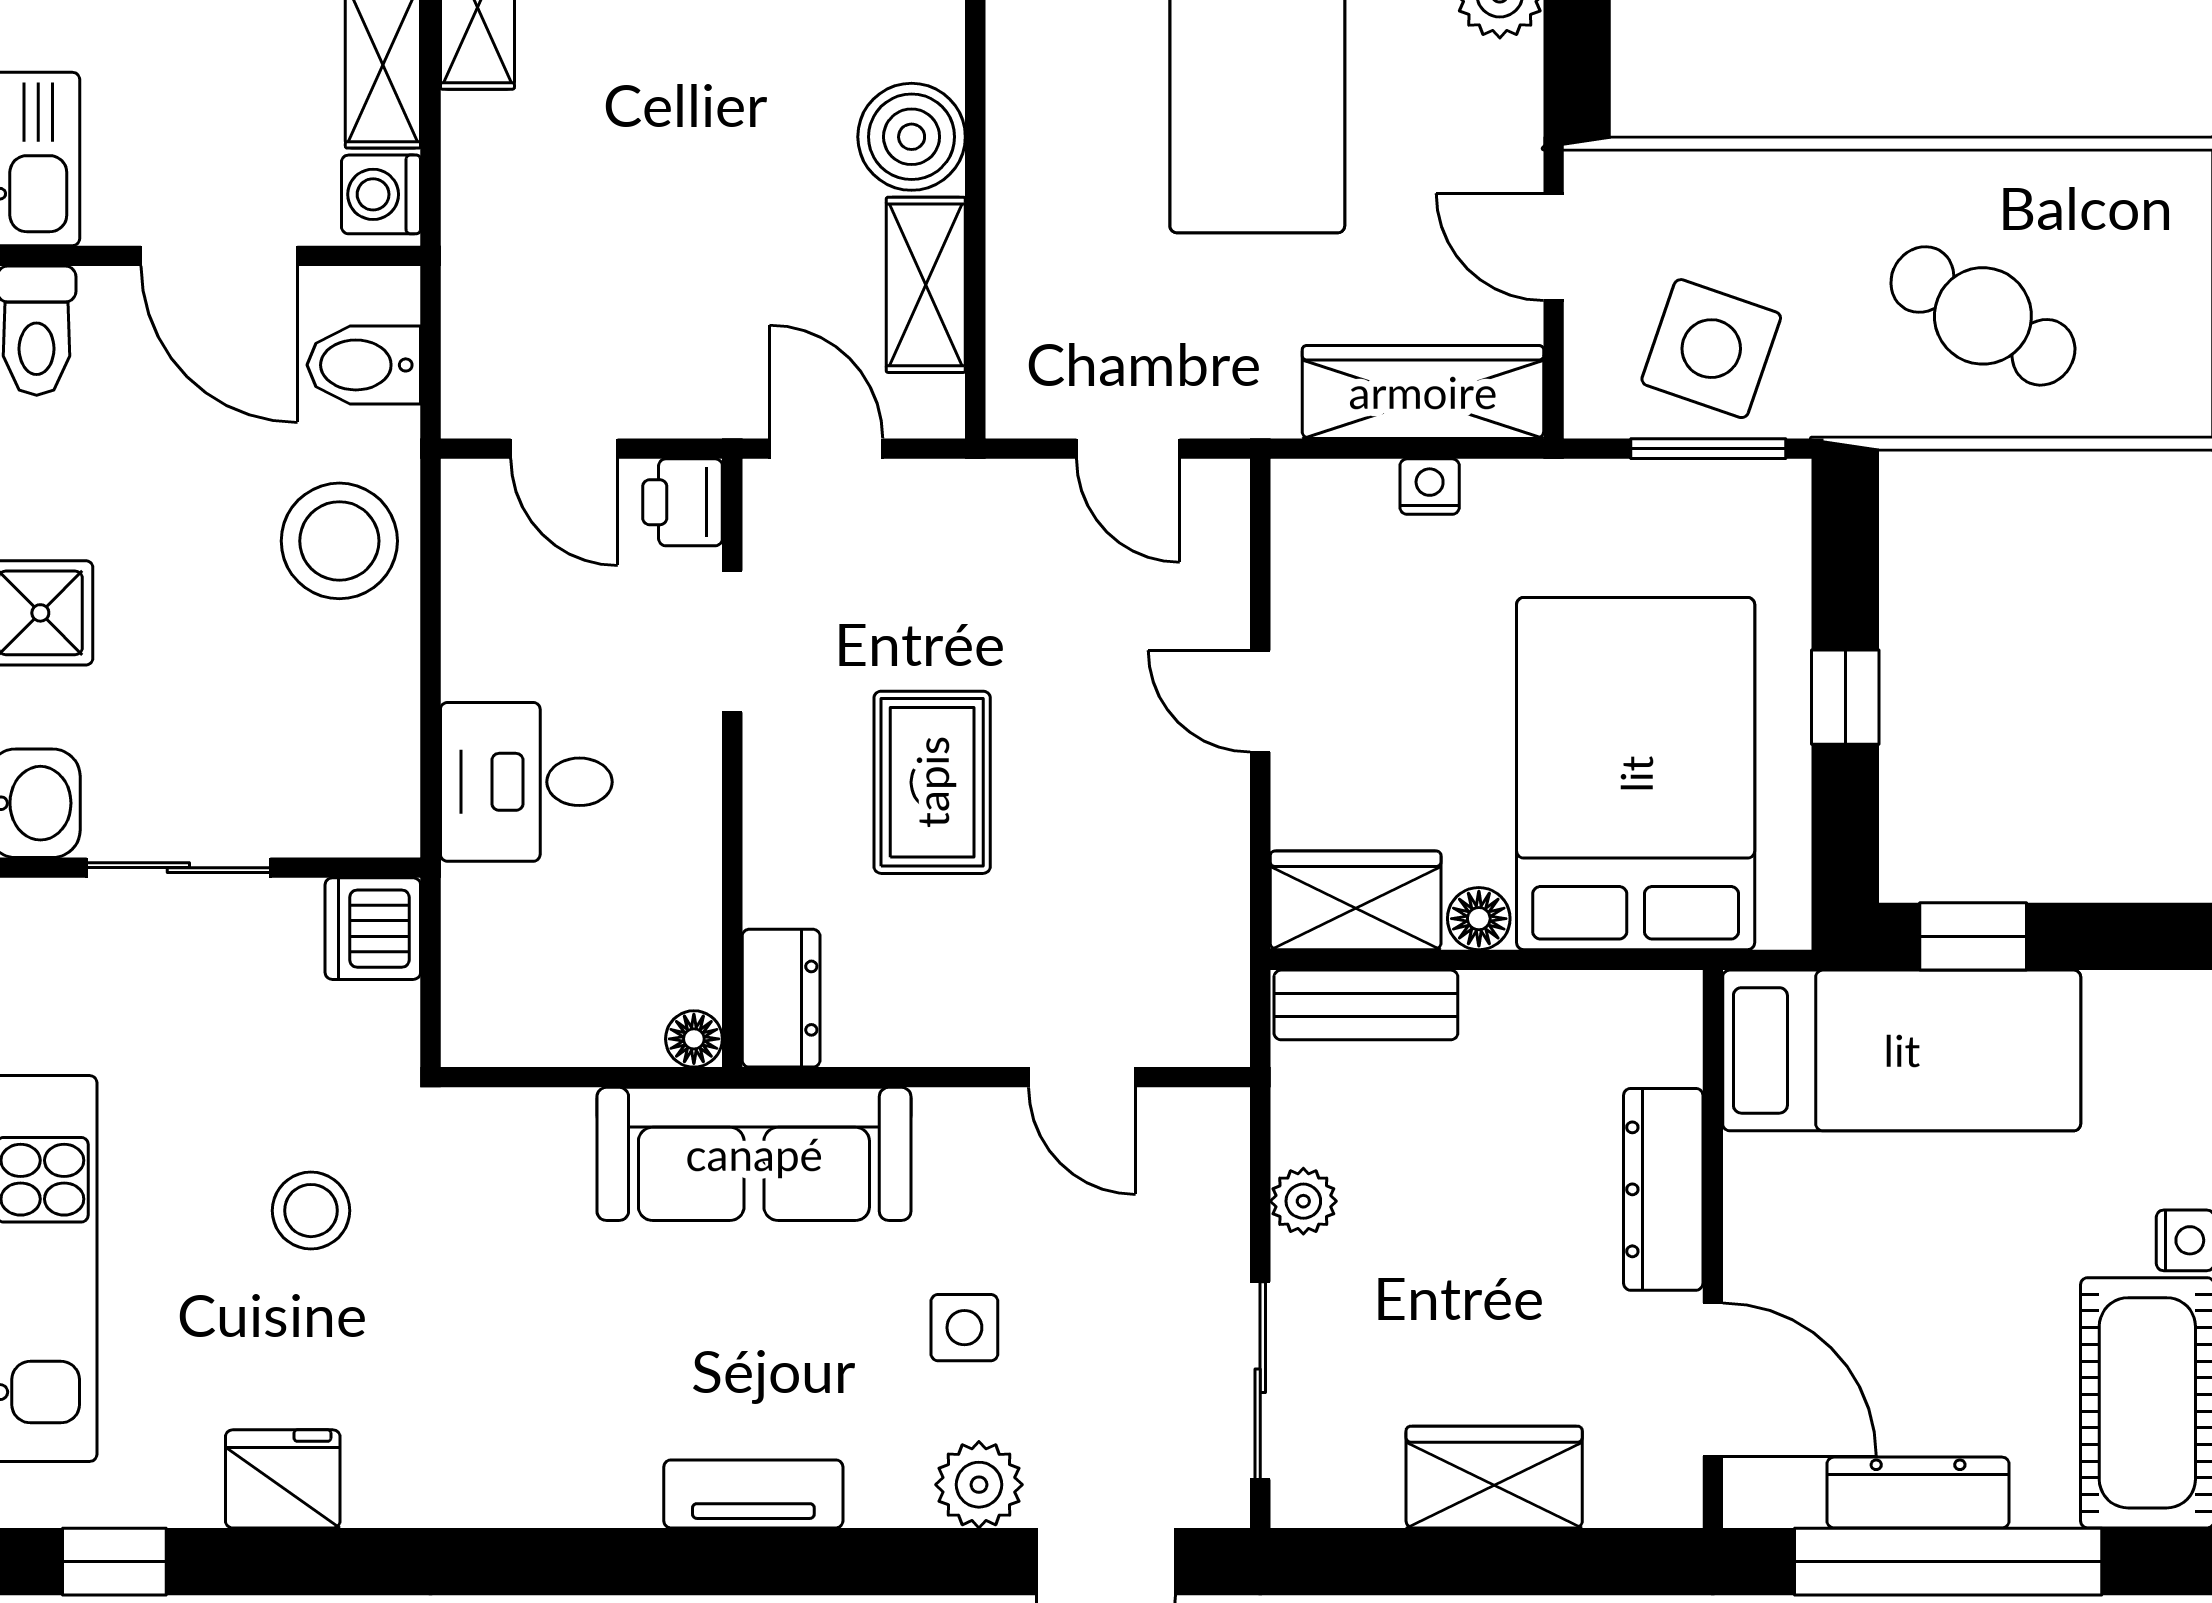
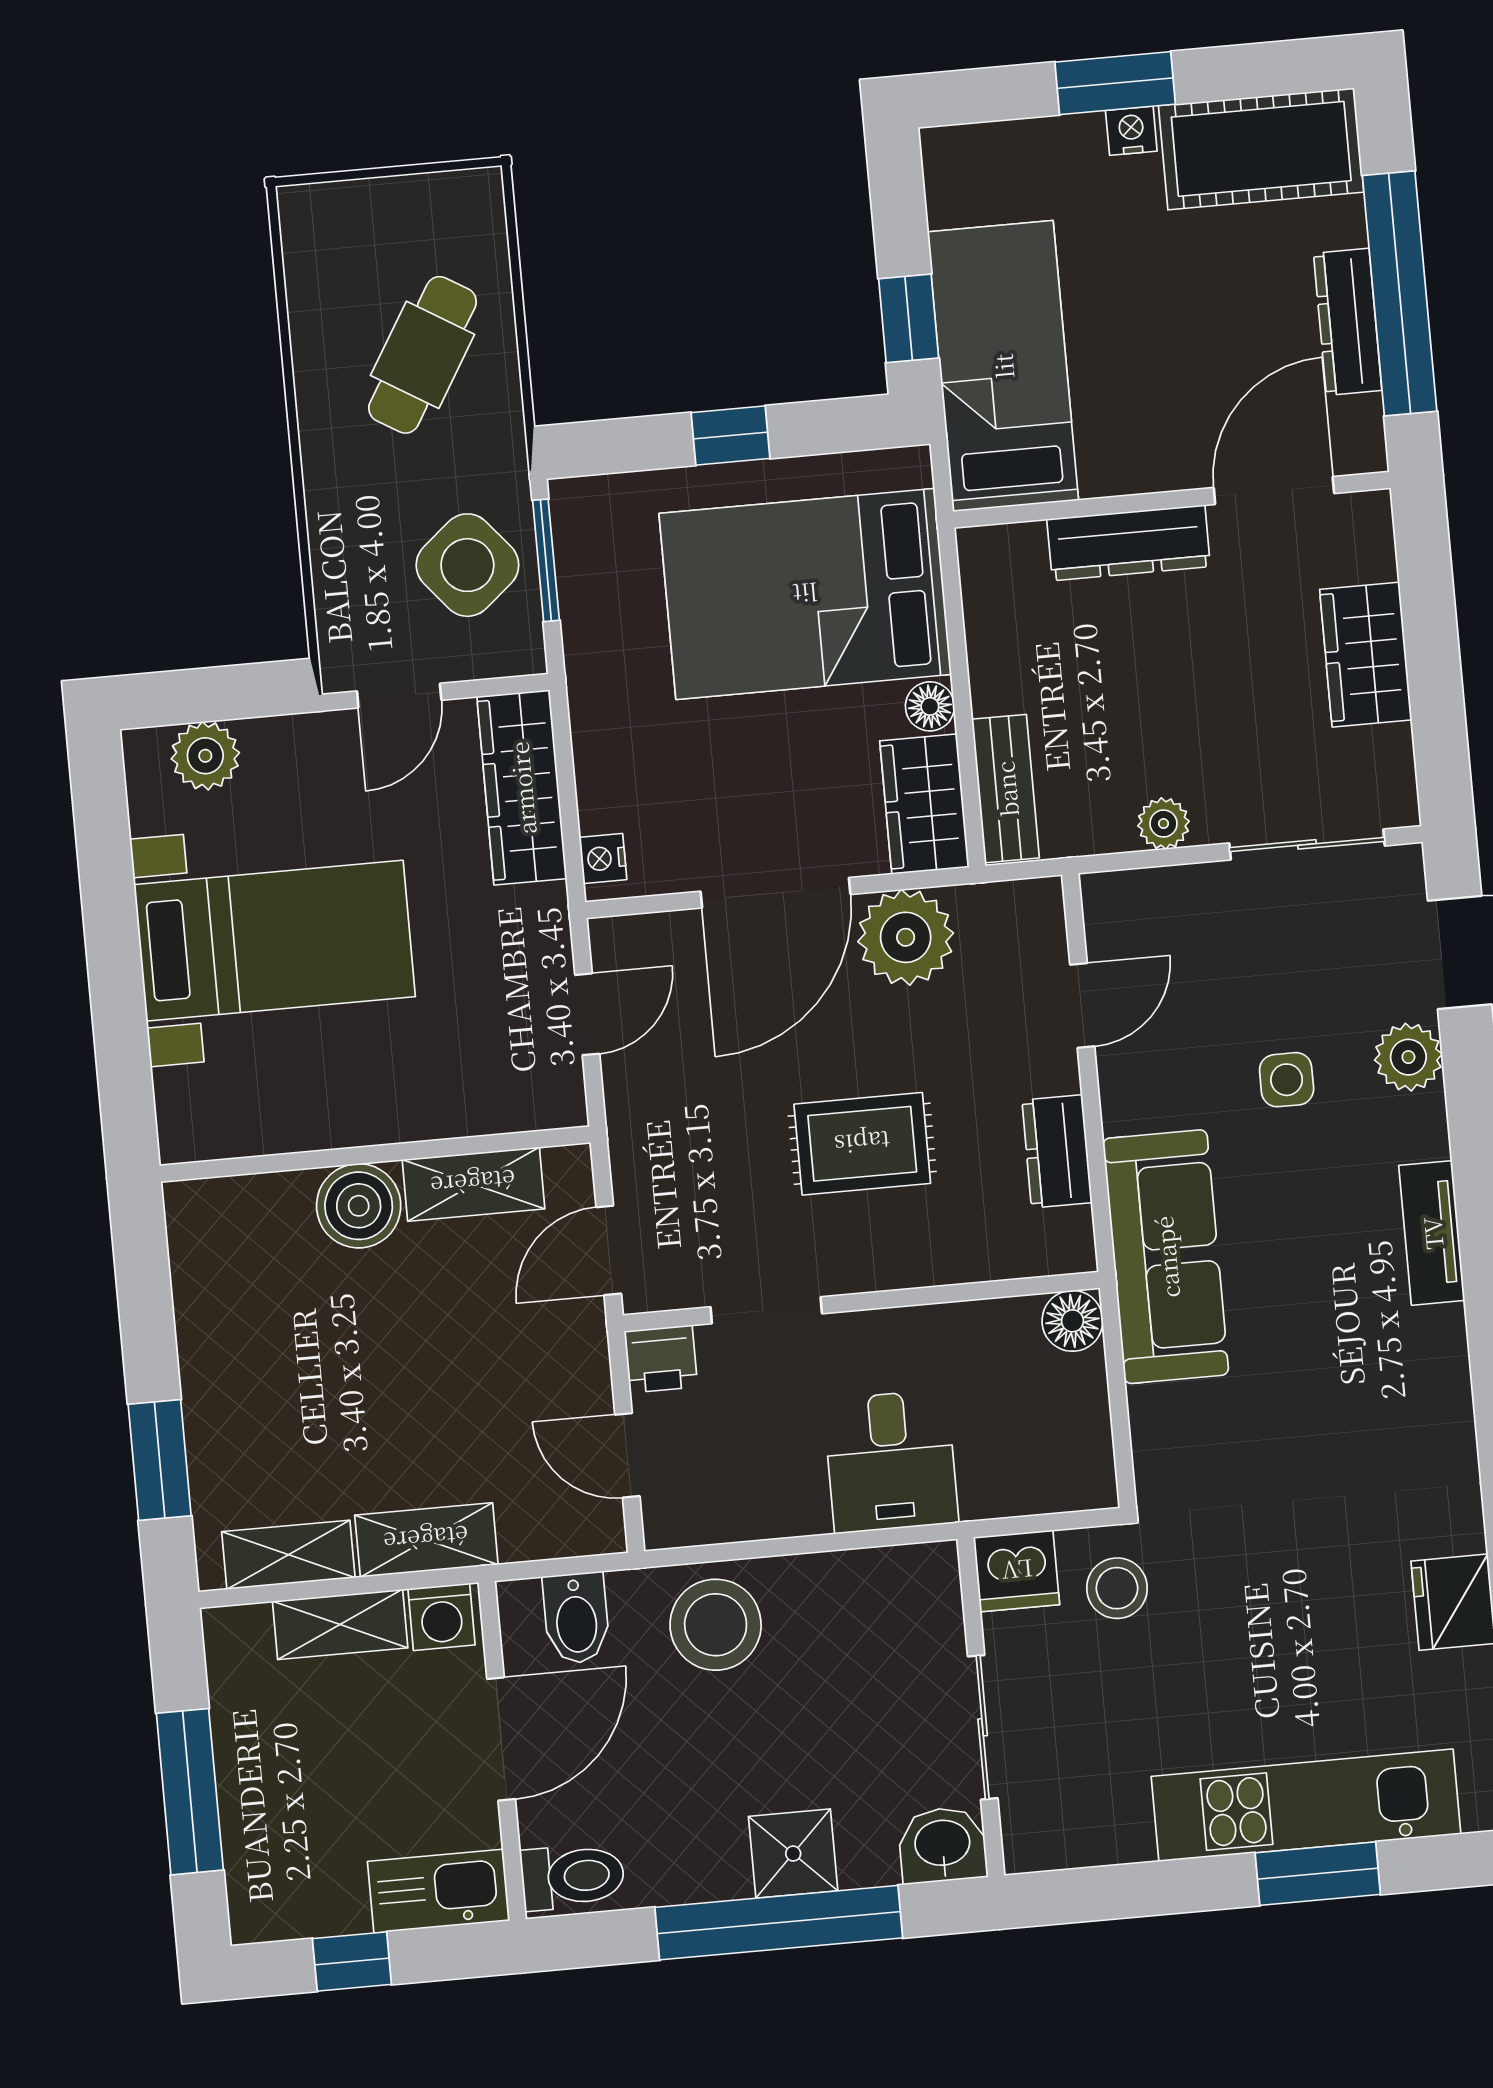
shelving: (480, 184) -> (426, 1540), added
side table: (1711, 349) -> (467, 565), turned 31
door: (564, 449) -> (627, 1455), swing flipped
nightstand: (1430, 487) -> (603, 858), moved
door: (1260, 701) -> (775, 893), width x1.88
plant: (1189, 861) -> (906, 937), added
dresser: (781, 998) -> (1057, 1151), moved, turned -90
floor lamp: (694, 1039) -> (1072, 1321), width x1.37, depth x1.37
stool: (311, 1211) -> (1117, 1588), moved

